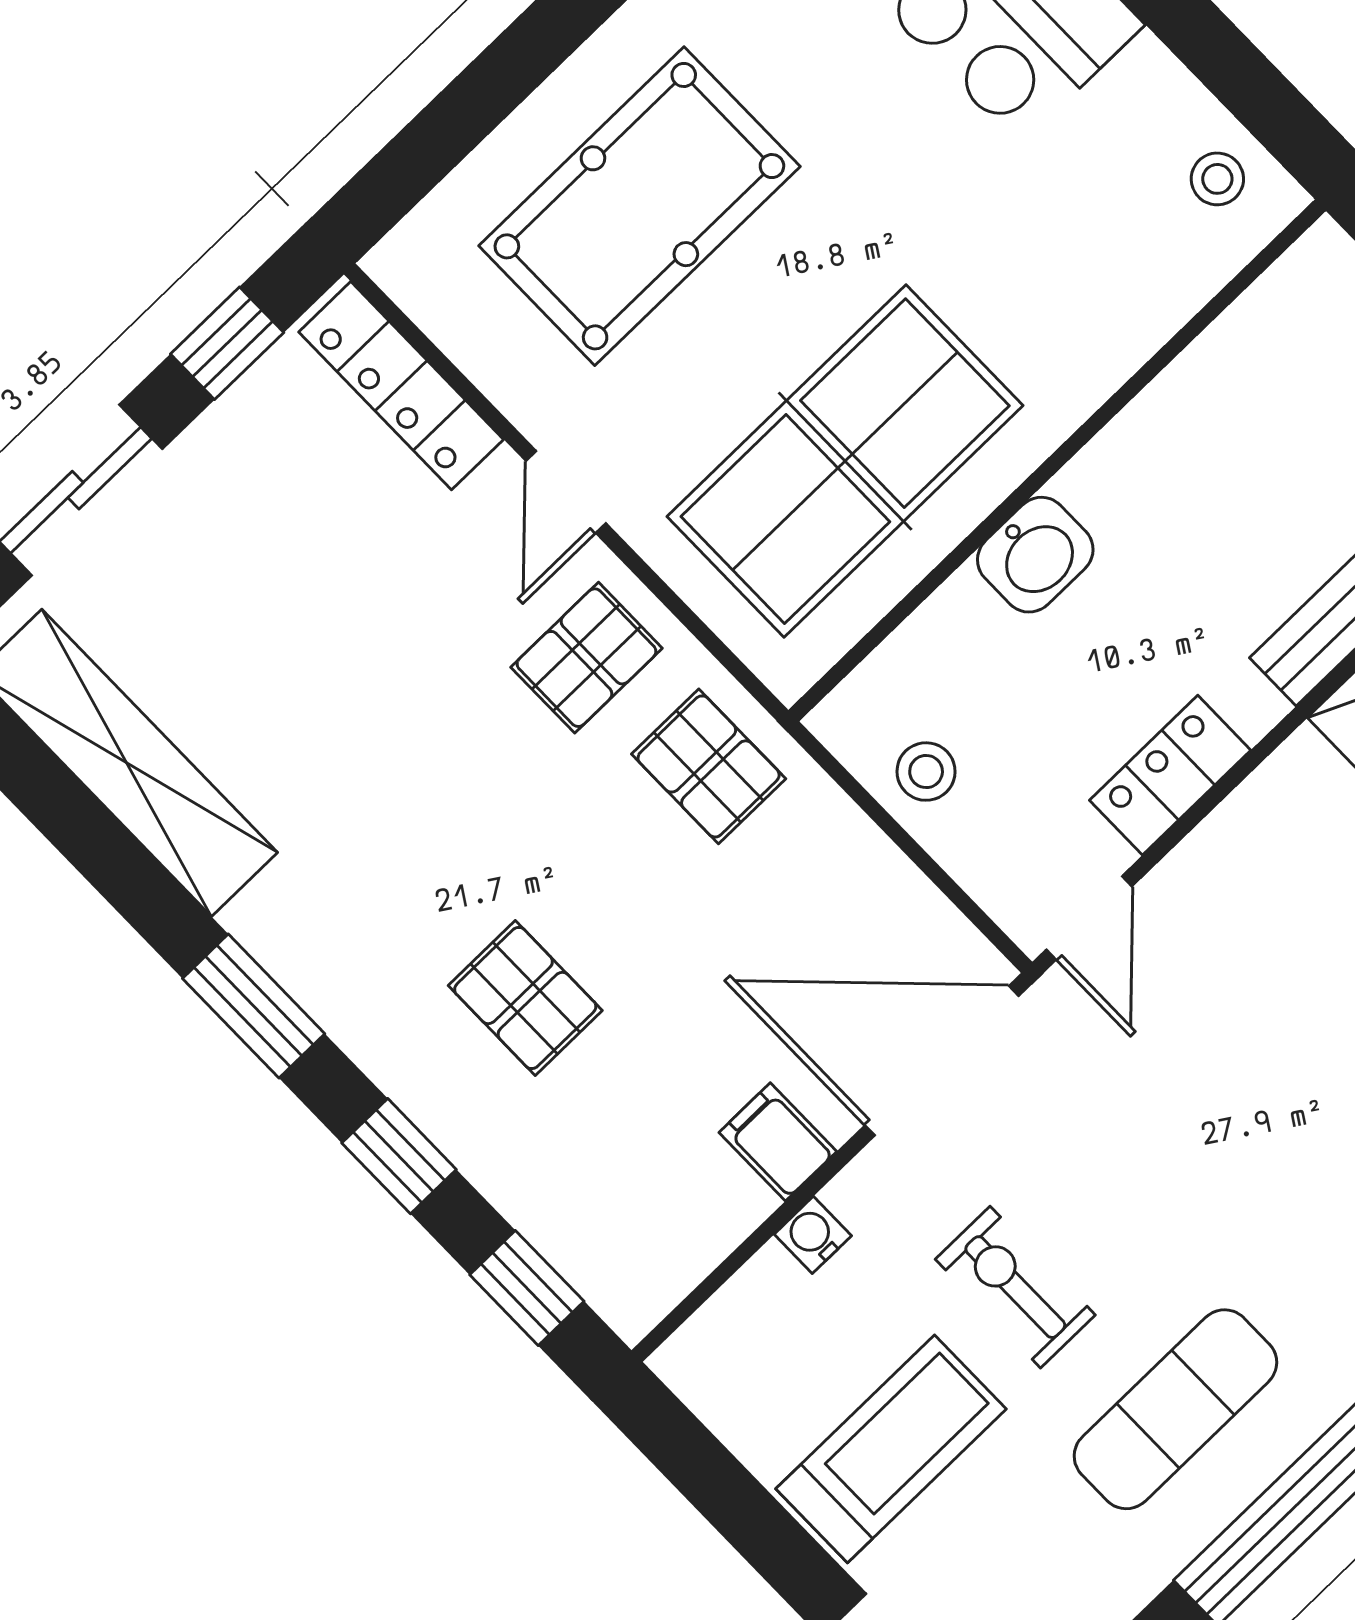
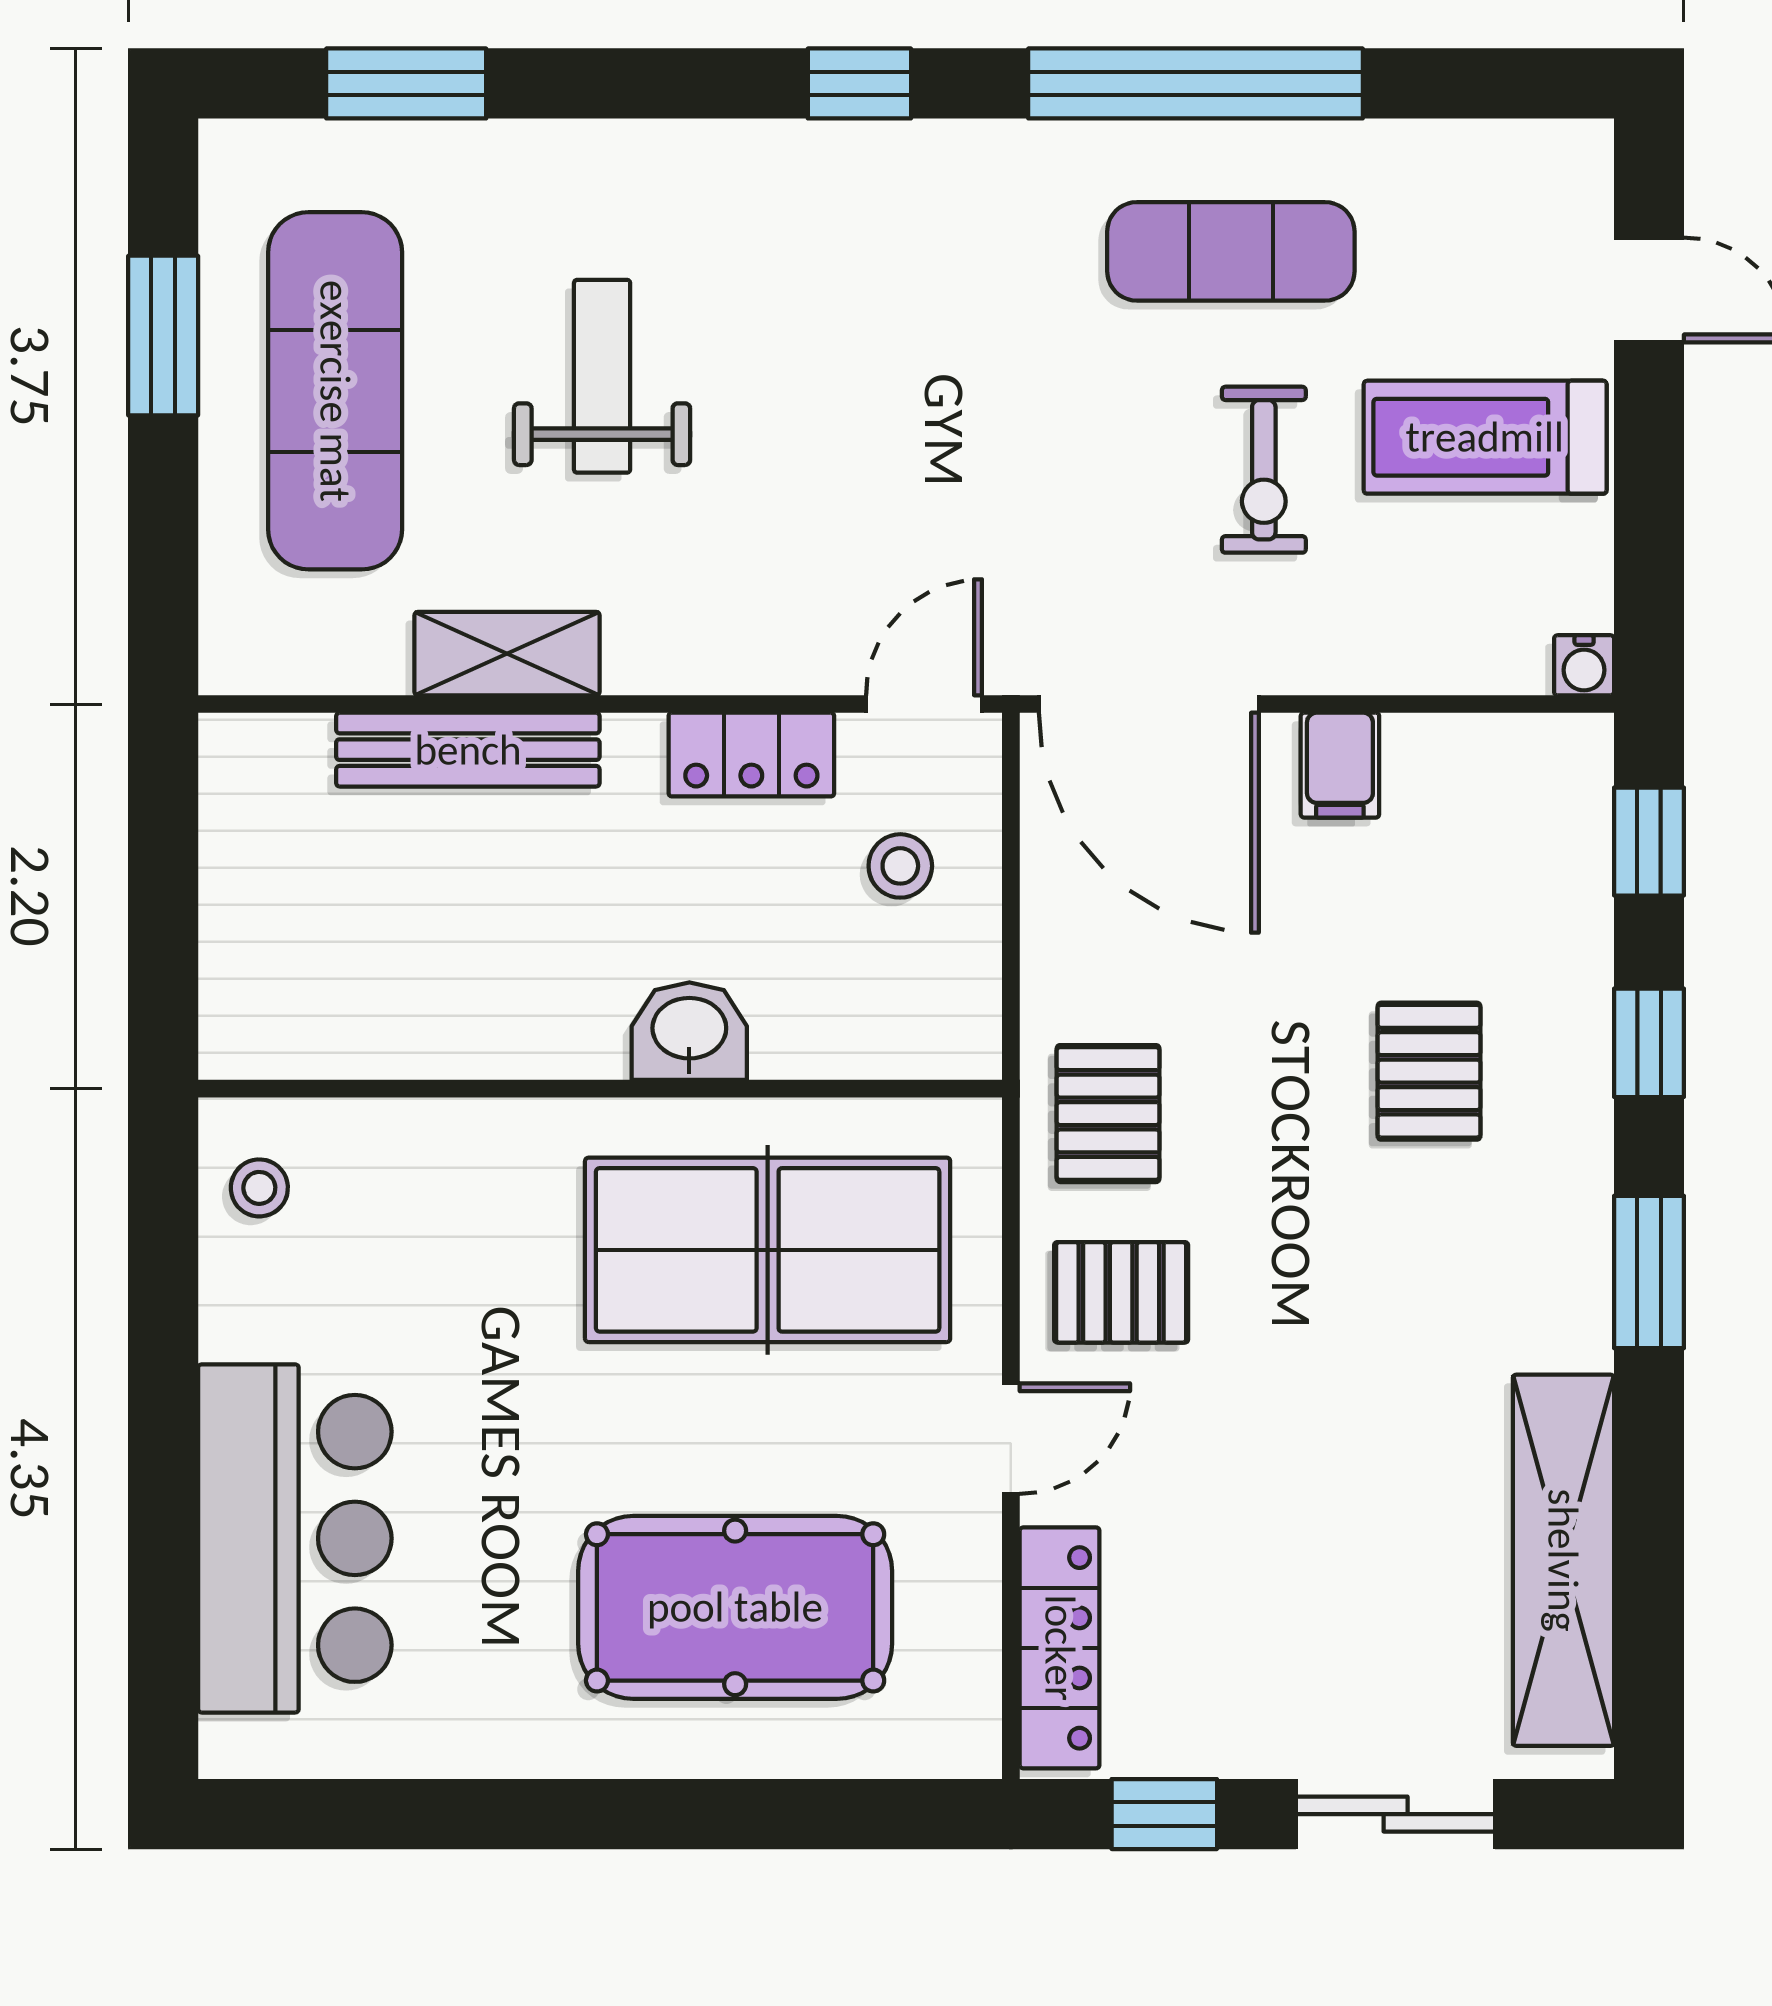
stool: (926, 772) -> (900, 866), moved
water cooler: (813, 1235) -> (1584, 665), moved

